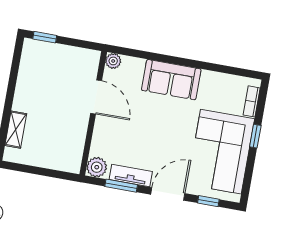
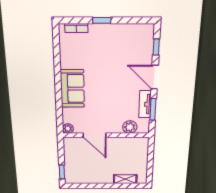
door: (96, 97) -> (95, 135), swing flipped
corner sofa: (221, 152) -> (118, 44), removed
plant: (97, 167) -> (130, 127), moved

